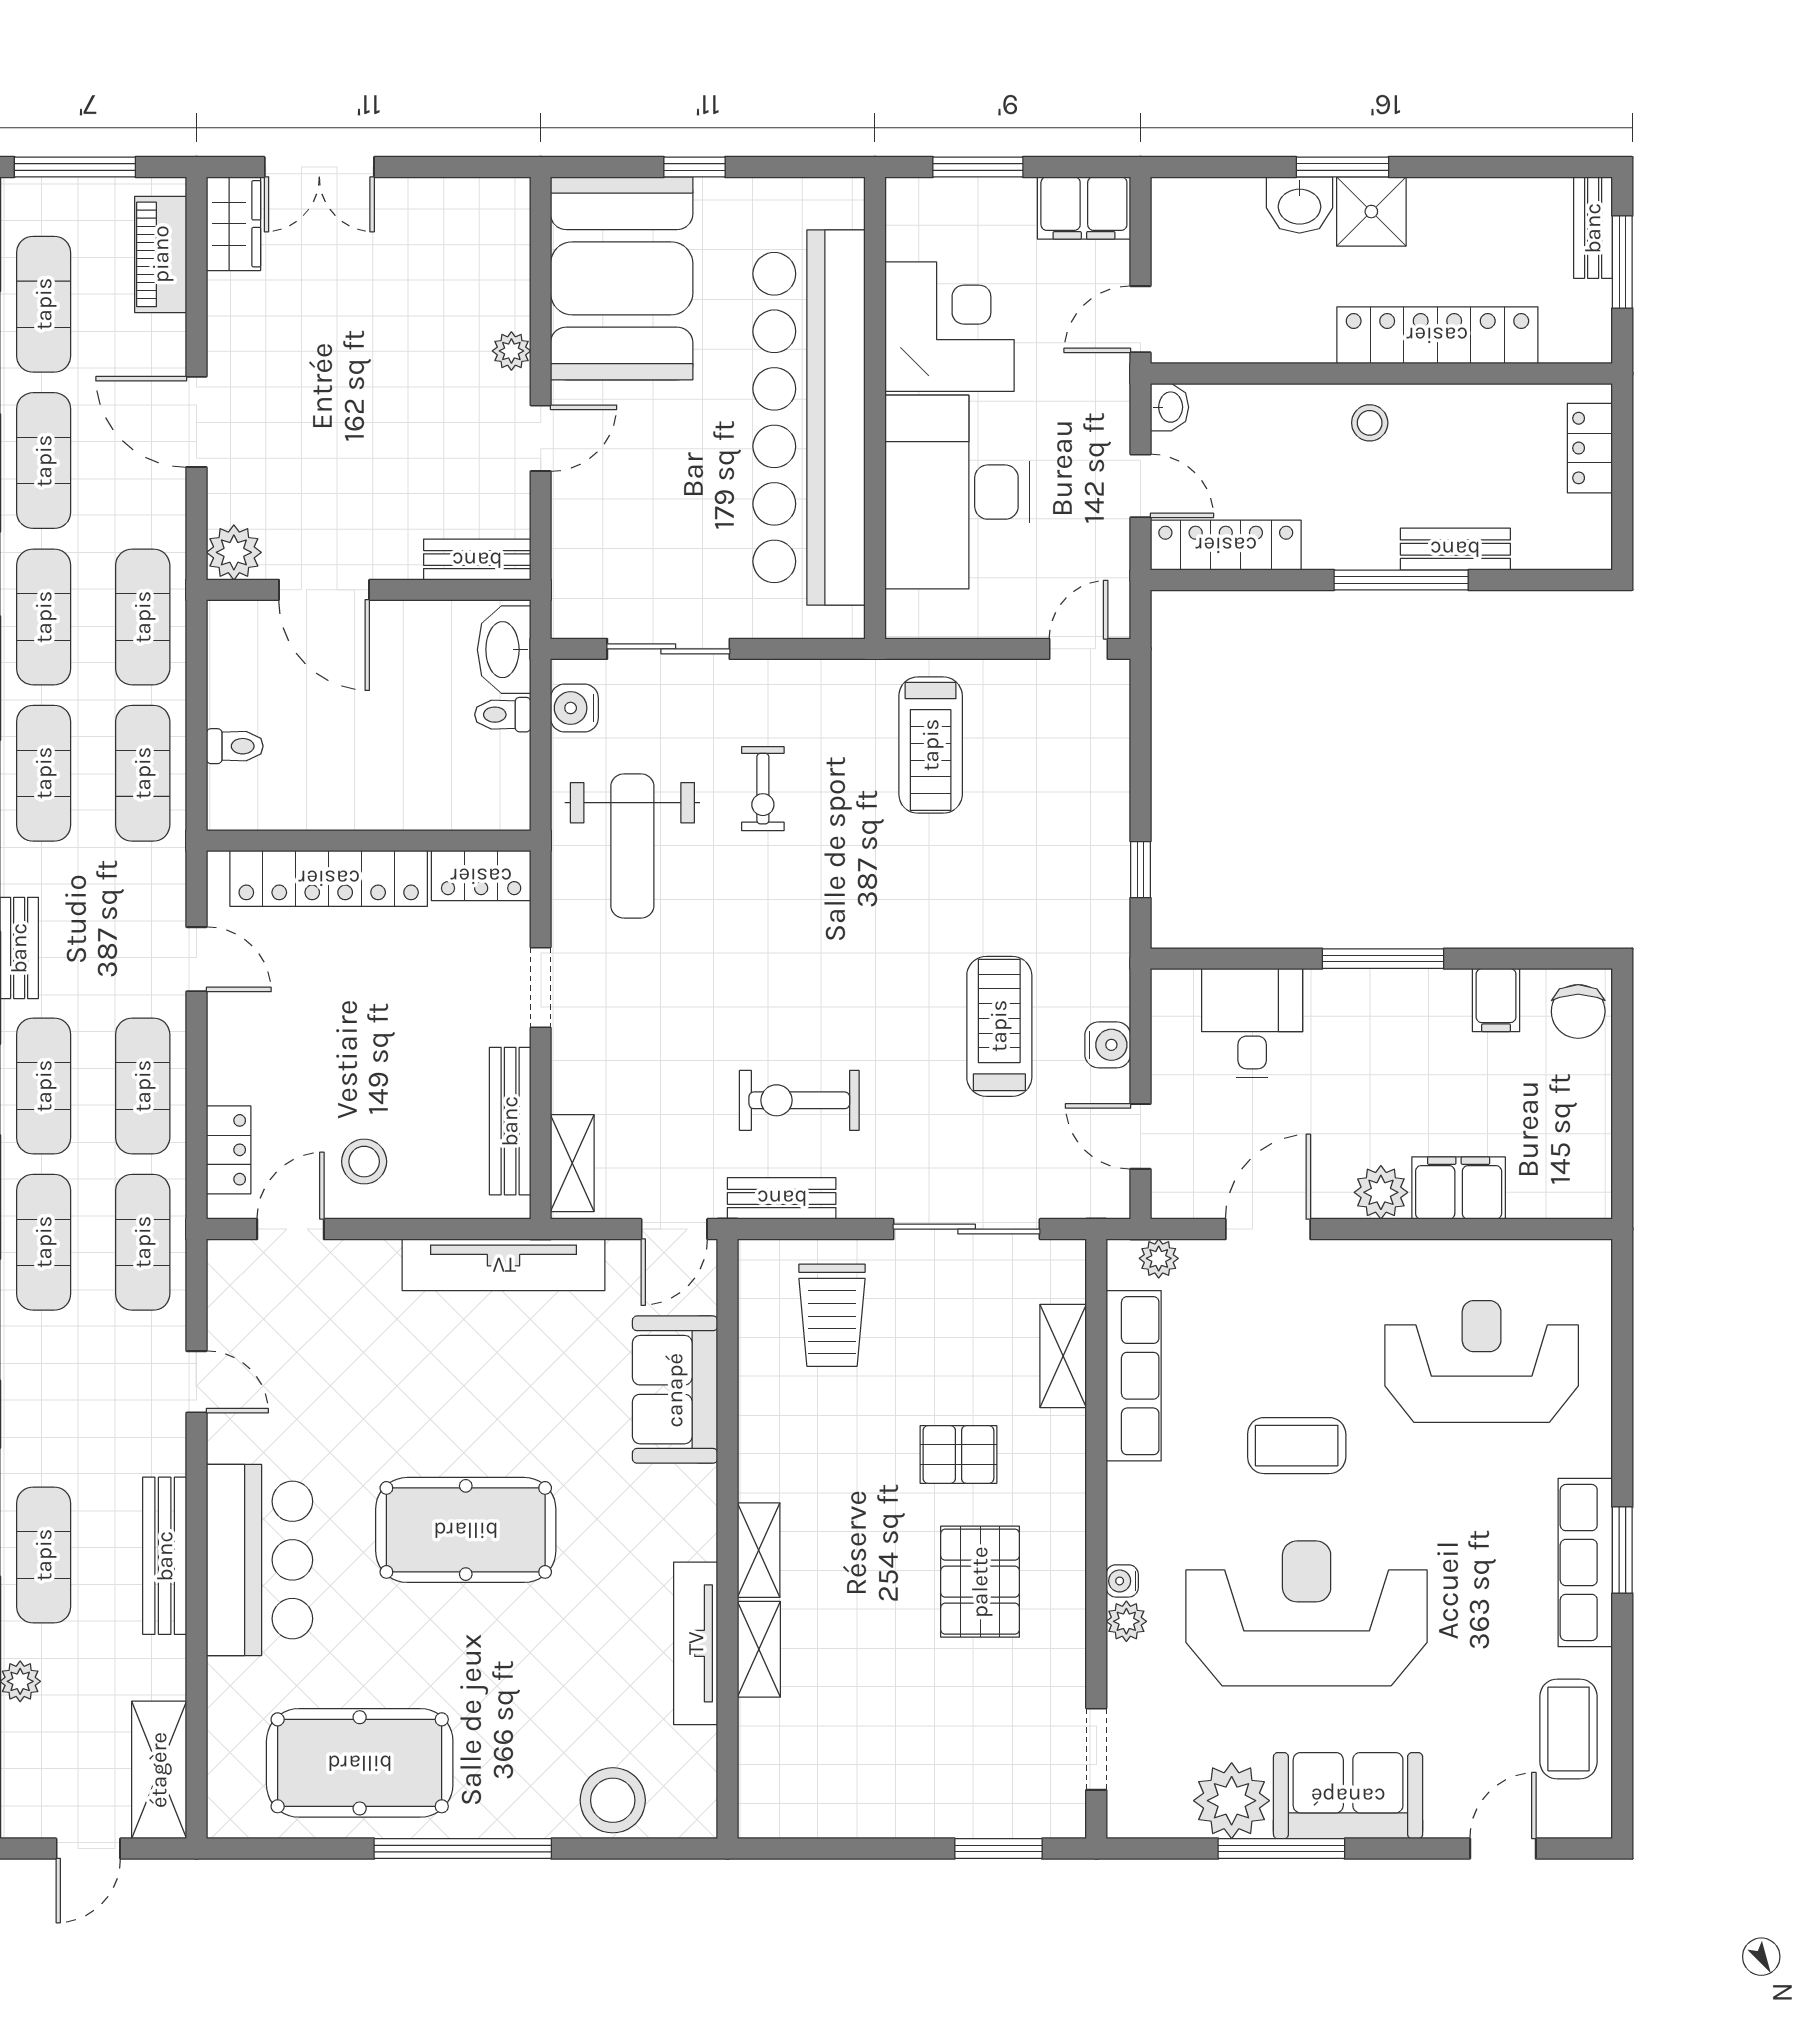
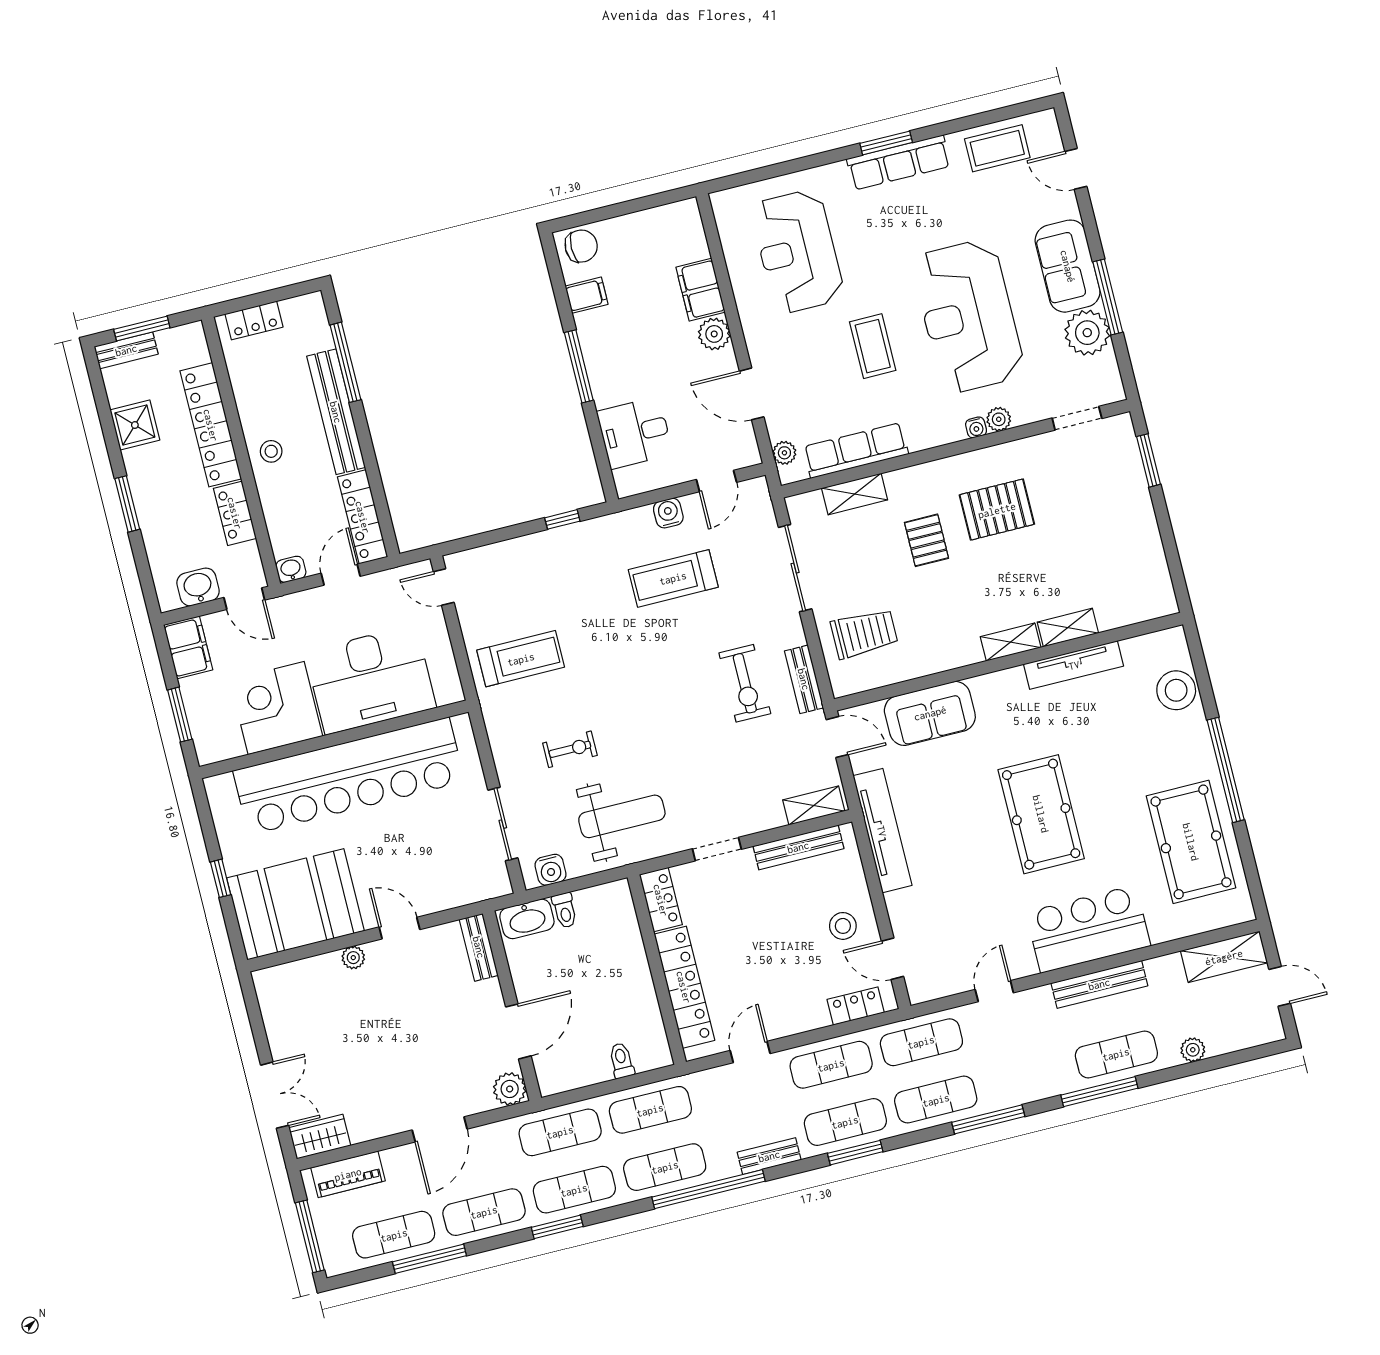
washbasin: (1299, 205) -> (198, 587), moved, turned -90
shower: (1371, 212) -> (135, 425), moved
locker: (1283, 339) -> (235, 513), added
bench: (1455, 549) -> (336, 412), width x1.86, depth x1.21
window: (1401, 580) -> (345, 362), moved

